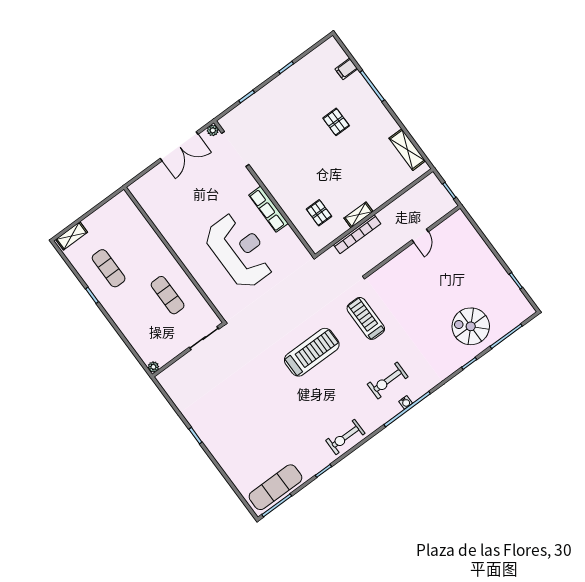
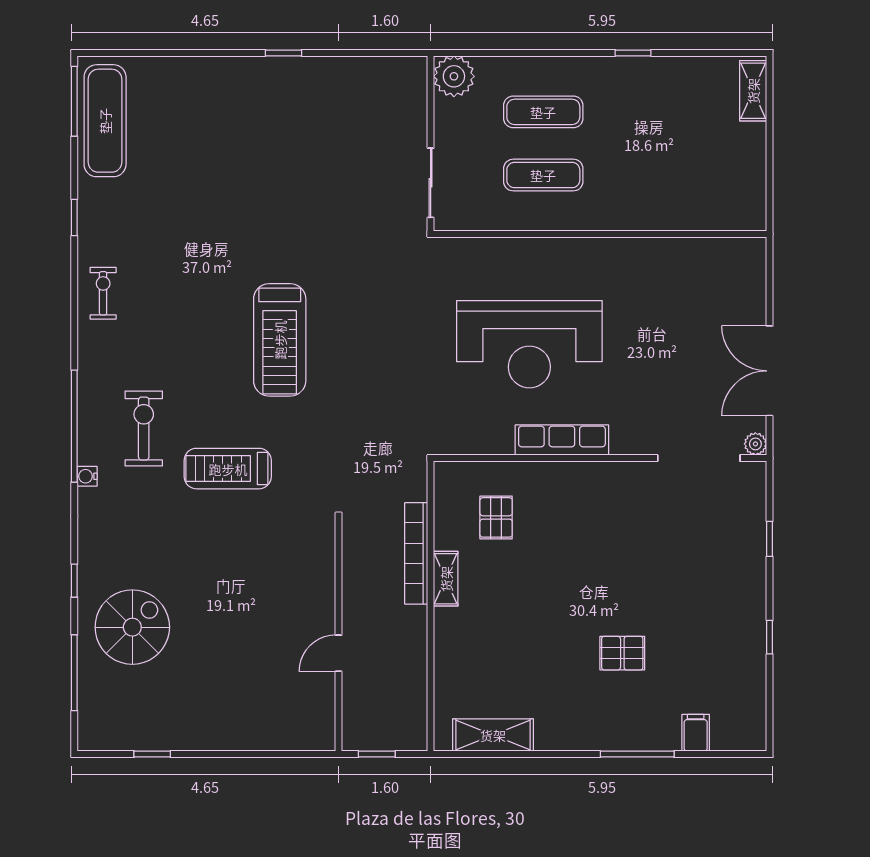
pallet: (319, 213) -> (496, 517), turned 90
door: (420, 236) -> (339, 653), hinge flipped
exercise mat: (109, 268) -> (543, 112), moved
treadmill: (366, 318) -> (228, 469), moved, turned 180
plant: (153, 367) -> (454, 76), width x1.88, depth x1.88
water cooler: (406, 402) -> (87, 476), moved
exercise bike: (345, 437) -> (103, 293), width x0.73, depth x0.72

